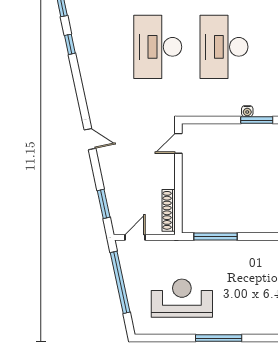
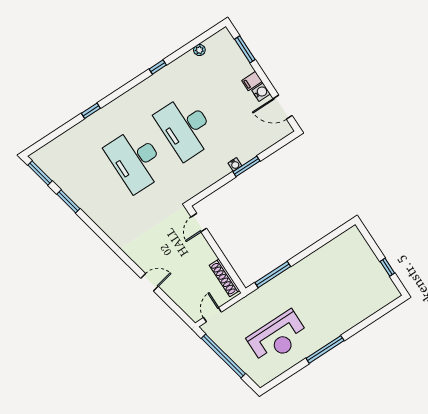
window: (70, 44) -> (68, 201), width x1.50
door: (90, 139) -> (150, 282), moved
window: (104, 204) -> (172, 305), removed
reception desk: (182, 298) -> (278, 337), turned 180

